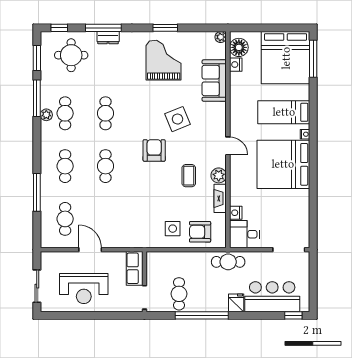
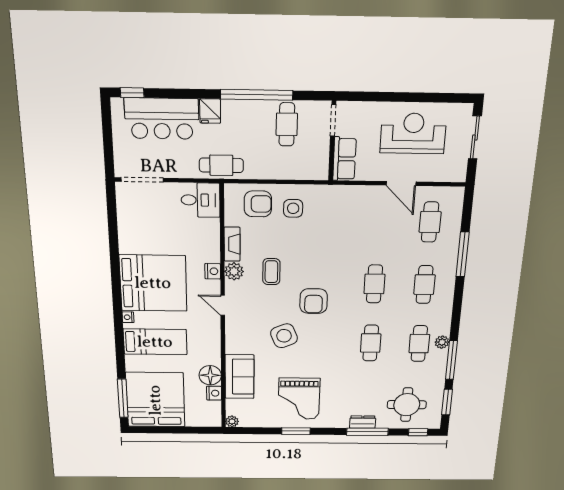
floor lamp: (239, 47) -> (210, 375), moved
nightstand: (236, 213) -> (213, 271), moved

